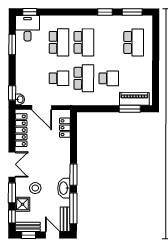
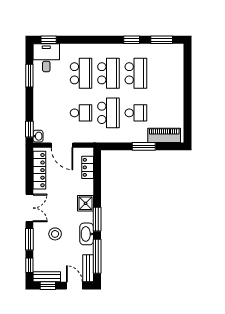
school desk: (134, 42) -> (136, 73), moved
window: (130, 109) -> (144, 146), moved
shower: (22, 204) -> (86, 203), moved

